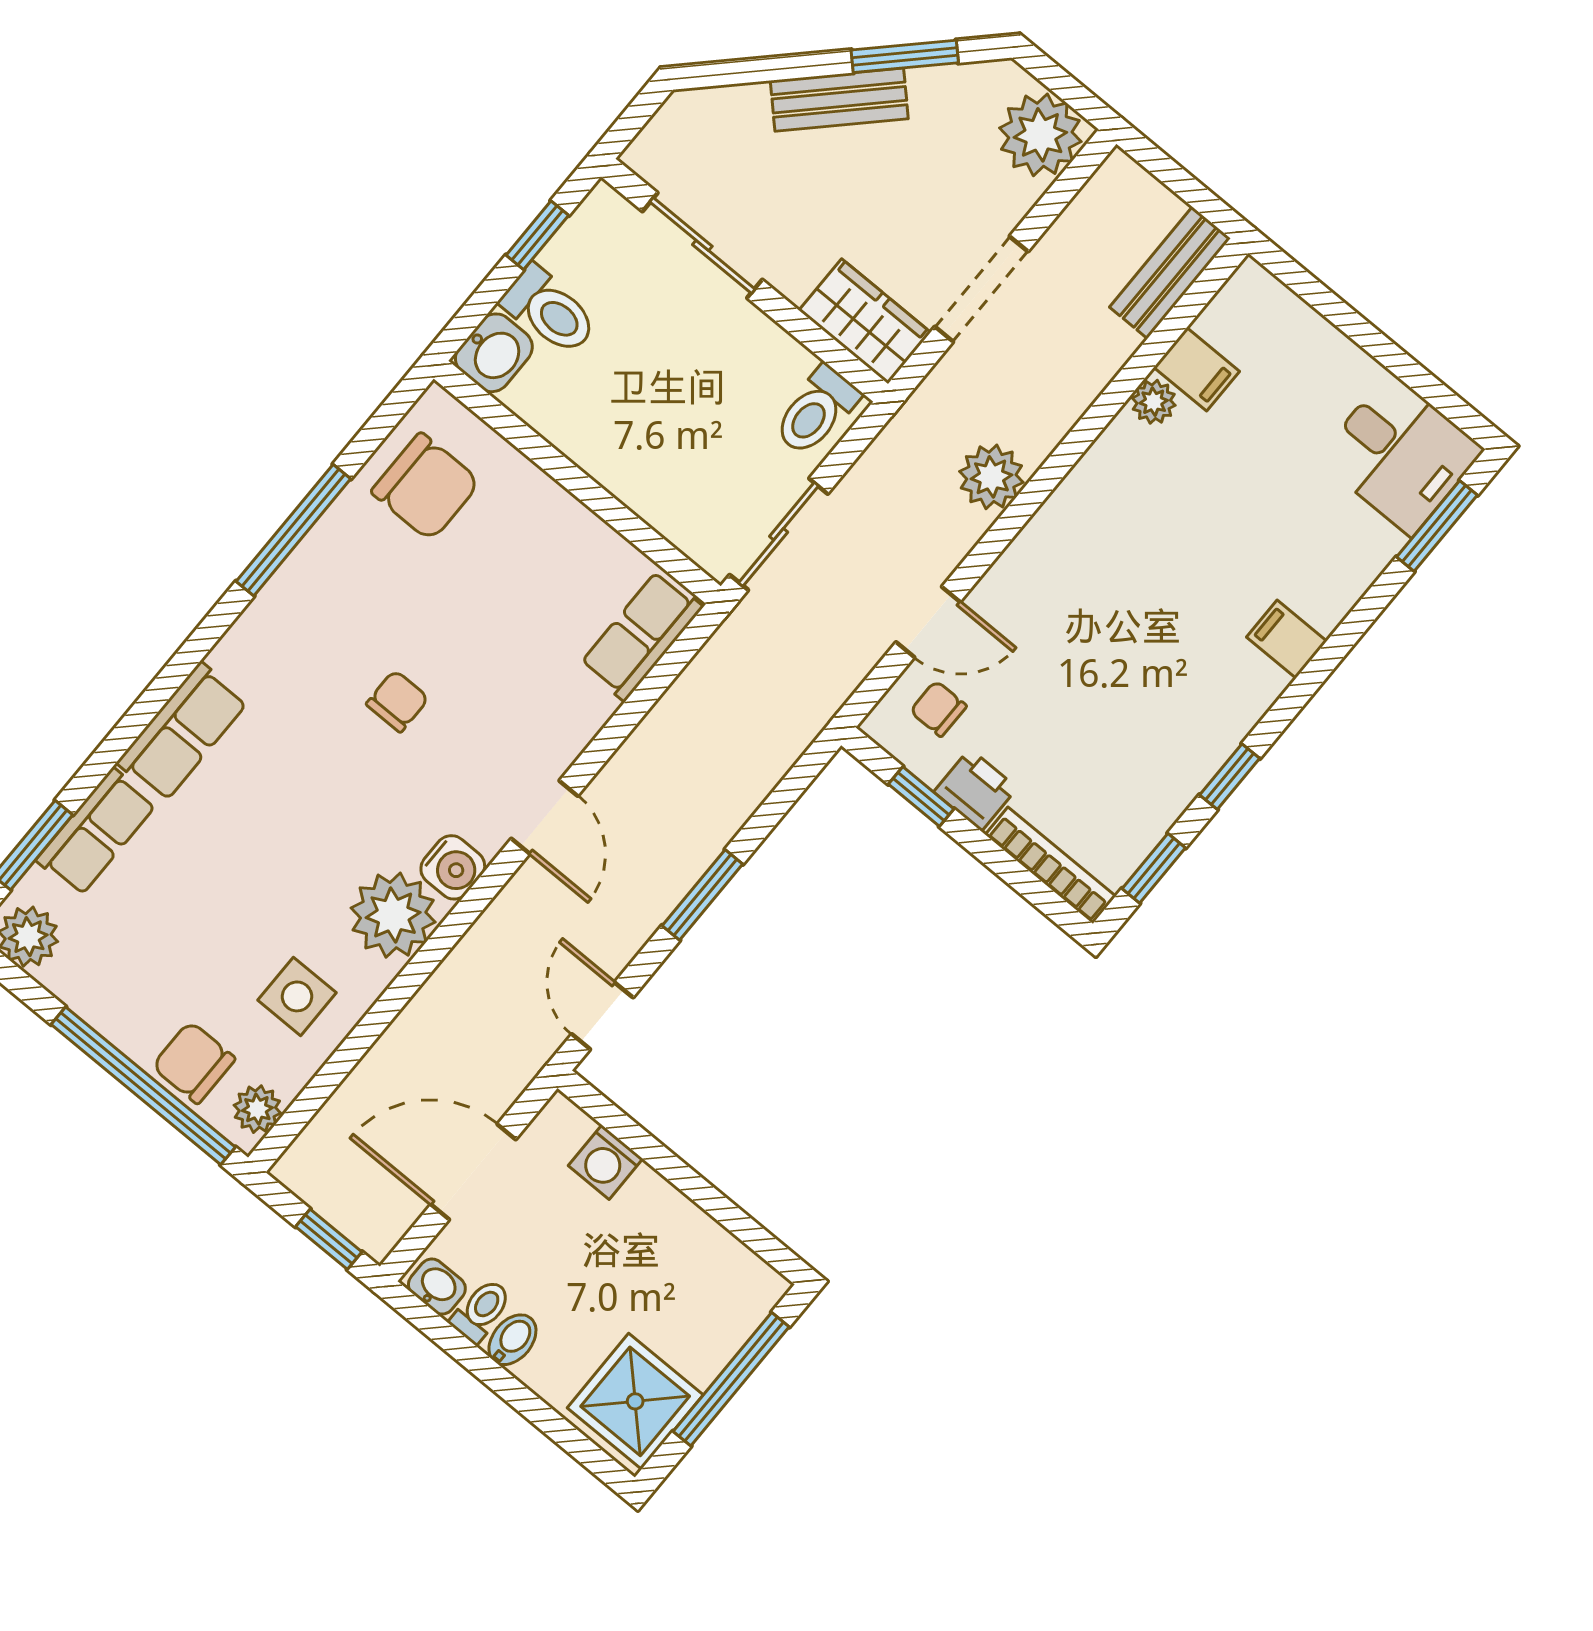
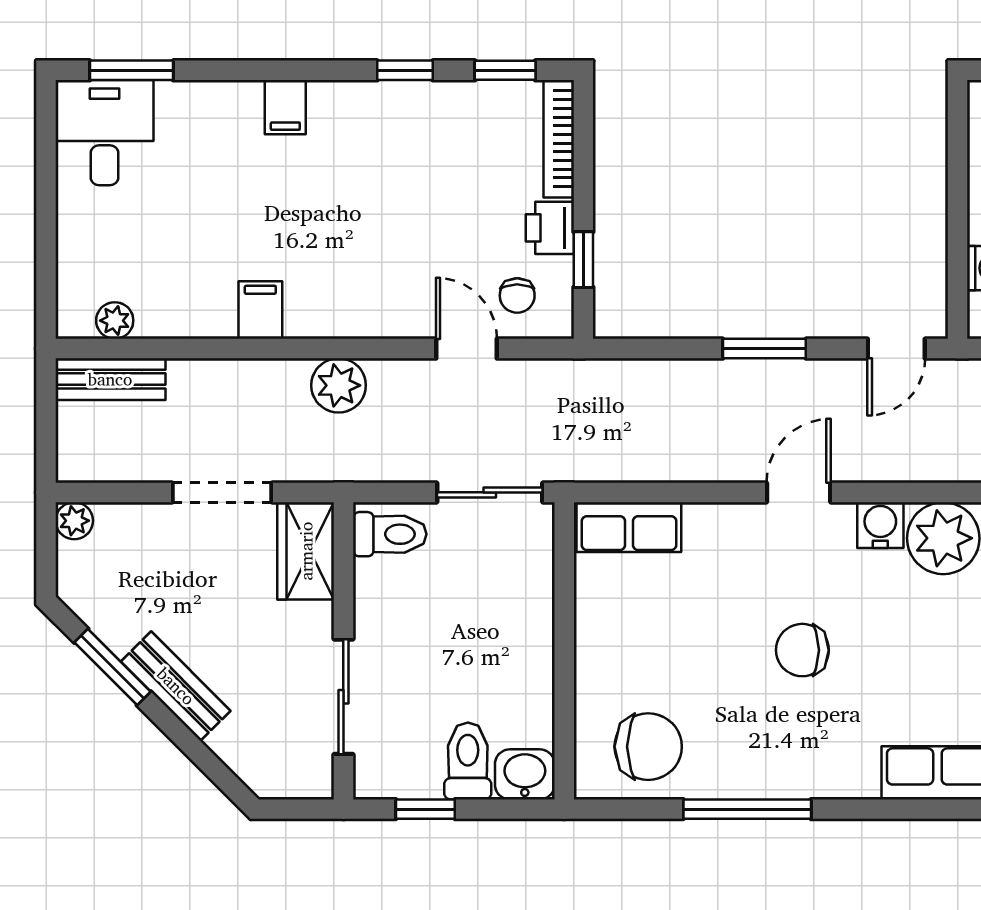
plant: (1040, 135) -> (74, 521), width x0.53, depth x0.53
filing cabinet: (1197, 369) -> (260, 310), moved
plant: (1154, 402) -> (115, 321), moved
chair: (426, 487) -> (648, 747), turned 90
chair: (397, 701) -> (802, 650), width x1.37, depth x1.37

